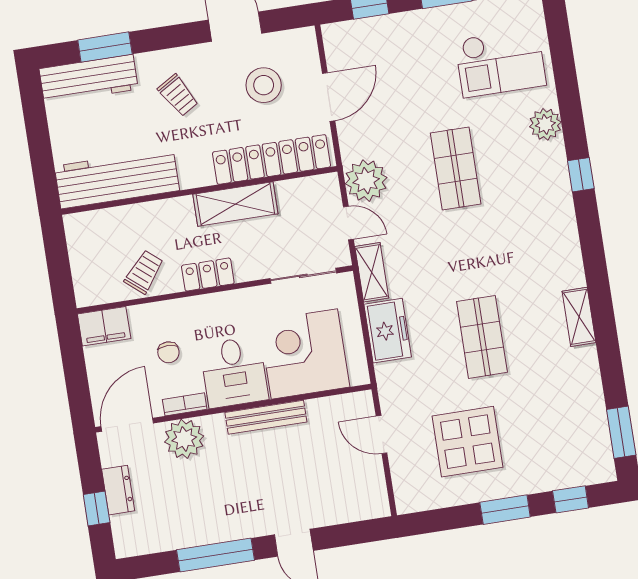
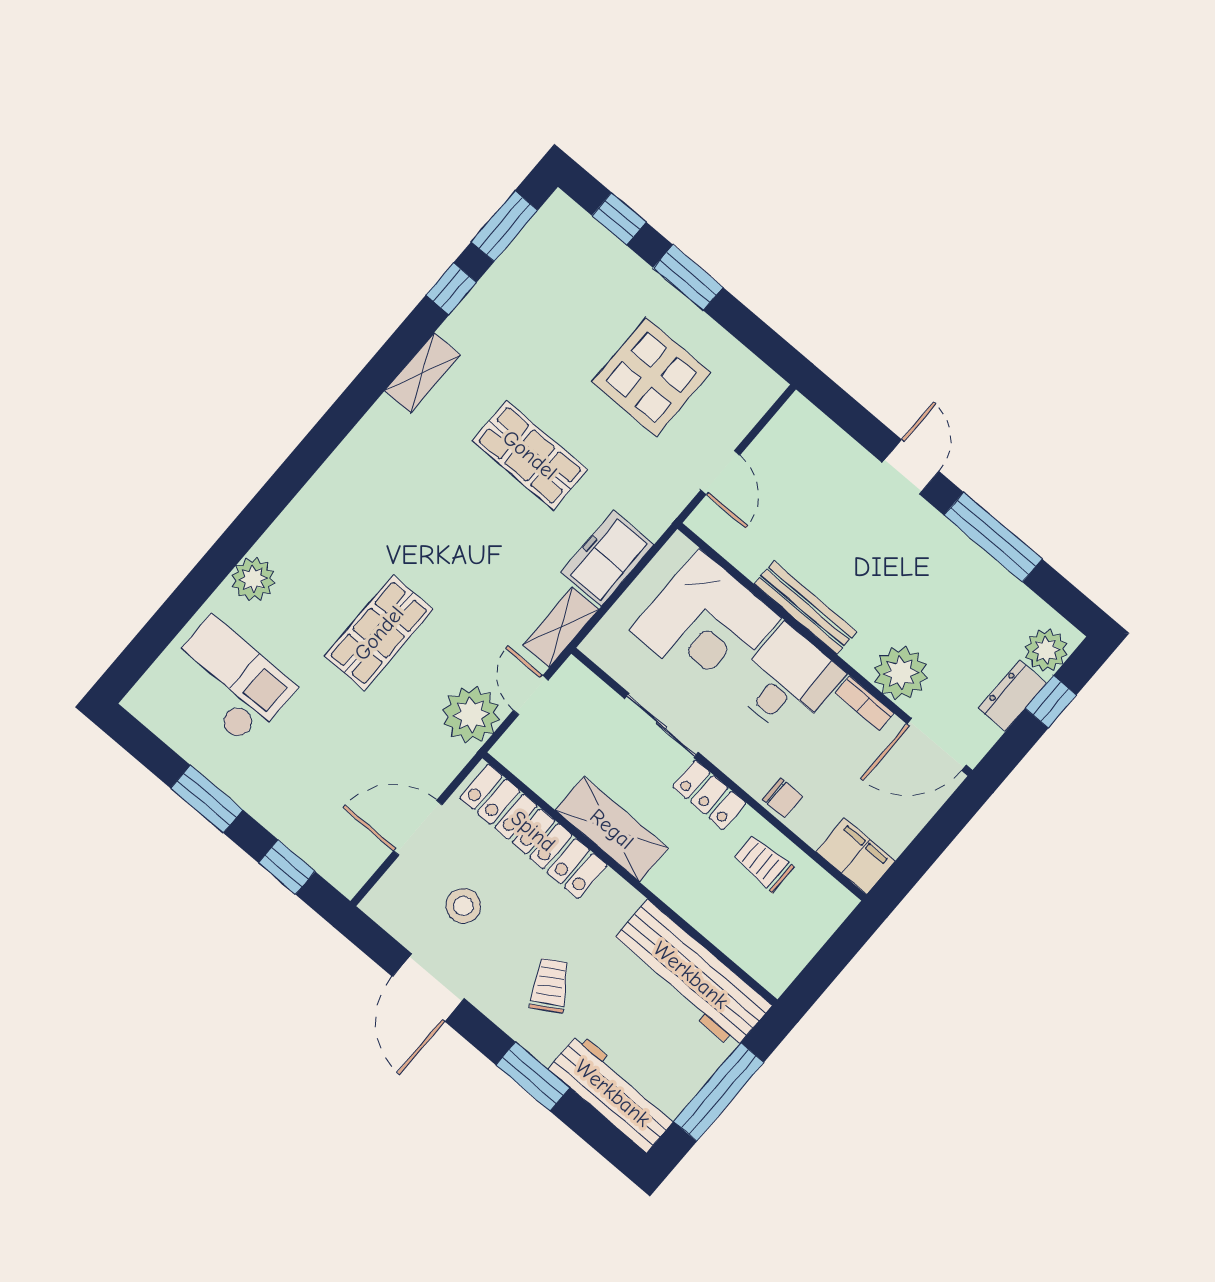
window: (105, 47) -> (533, 1076), moved
stool: (264, 85) -> (463, 906), width x0.73, depth x0.73
window: (39, 138) -> (719, 1092), added
window: (581, 175) -> (451, 289), moved
trolley: (144, 272) -> (763, 863), turned 50
sliding door: (303, 276) -> (661, 725), moved
shop shelf: (482, 337) -> (530, 455), turned 90
chair: (168, 352) -> (782, 798), moved, turned 90
plant: (127, 530) -> (1046, 650), added

